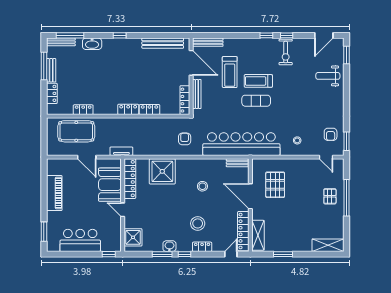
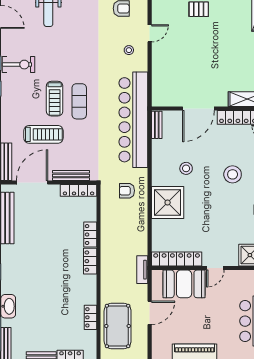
door: (326, 157) -> (150, 33), moved
shower: (162, 171) -> (168, 202), moved
pallet: (275, 185) -> (184, 78), removed

